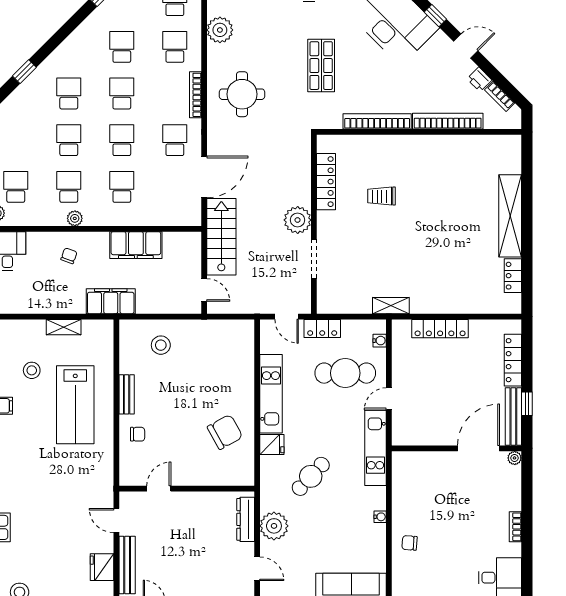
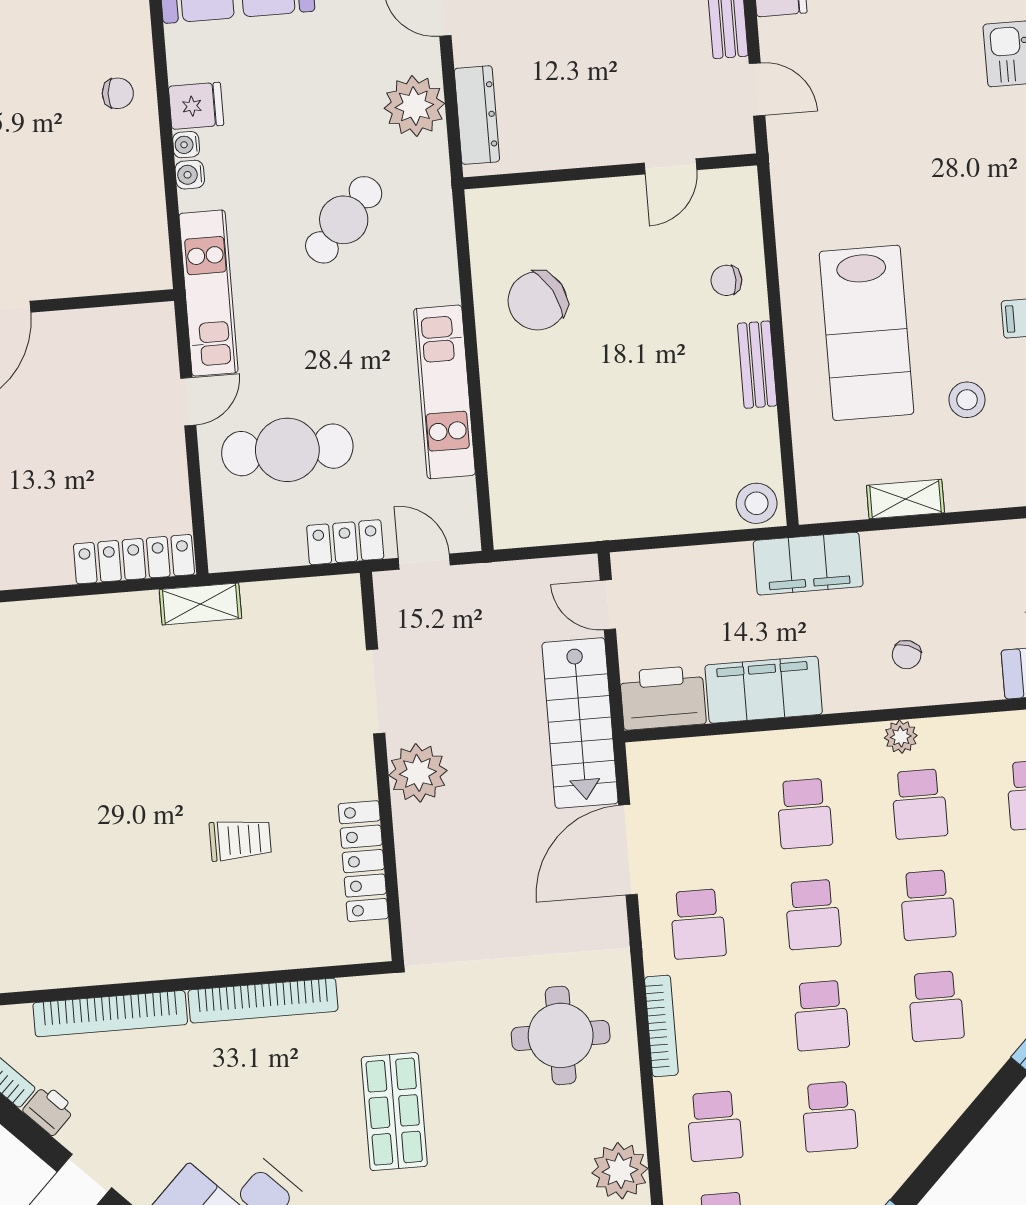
printer: (182, 245) -> (663, 698), added
locker: (440, 329) -> (134, 559), moved
water cooler: (380, 341) -> (190, 175), moved
stool: (161, 345) -> (757, 503), moved
lab bench: (75, 405) -> (866, 333), turned 180
fridge: (272, 445) -> (196, 106), moved, turned 180

